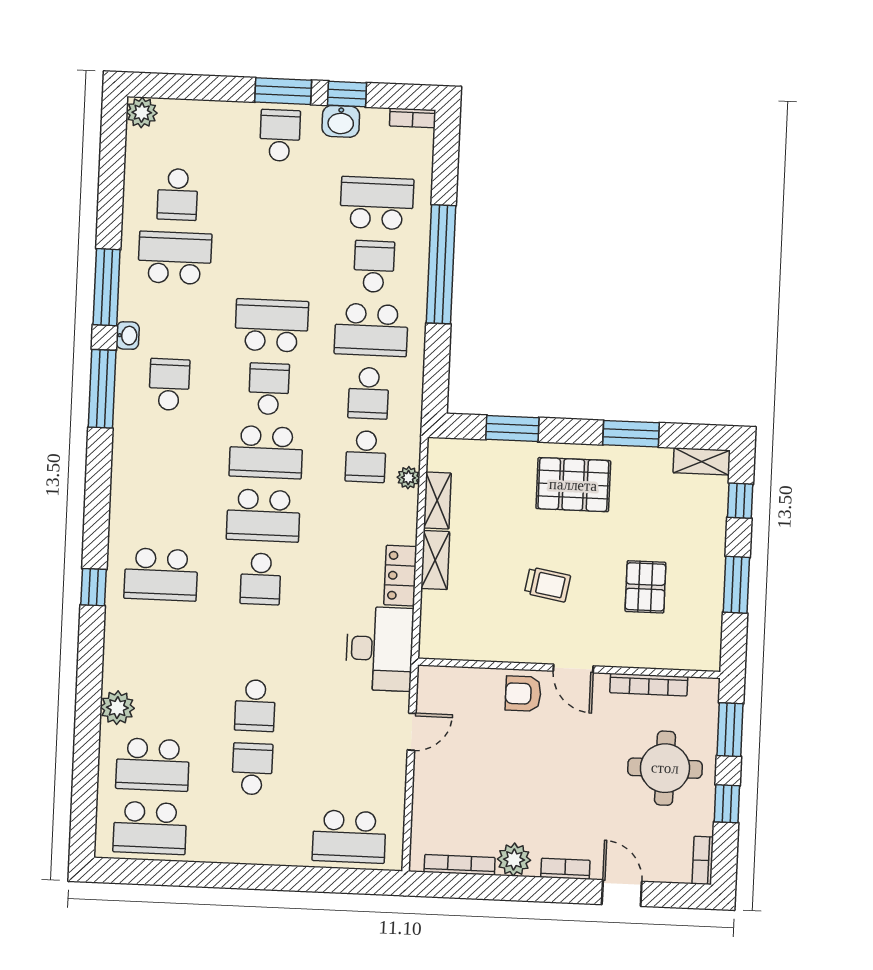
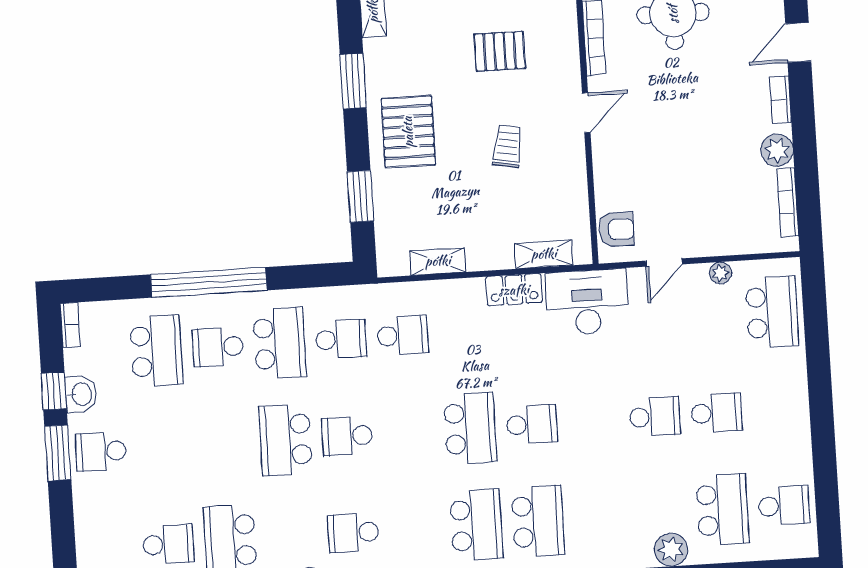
school desk: (377, 203) -> (156, 351), turned 180
school desk: (266, 452) -> (476, 525), moved
plant: (408, 478) -> (721, 273), moved
shelving: (435, 560) -> (544, 254), moved
armchair: (523, 694) -> (616, 229), moved, turned -90
door: (412, 732) -> (664, 263), swing flipped
school desk: (252, 769) -> (716, 413), turned 180
school desk: (150, 828) -> (784, 506), width x0.54

